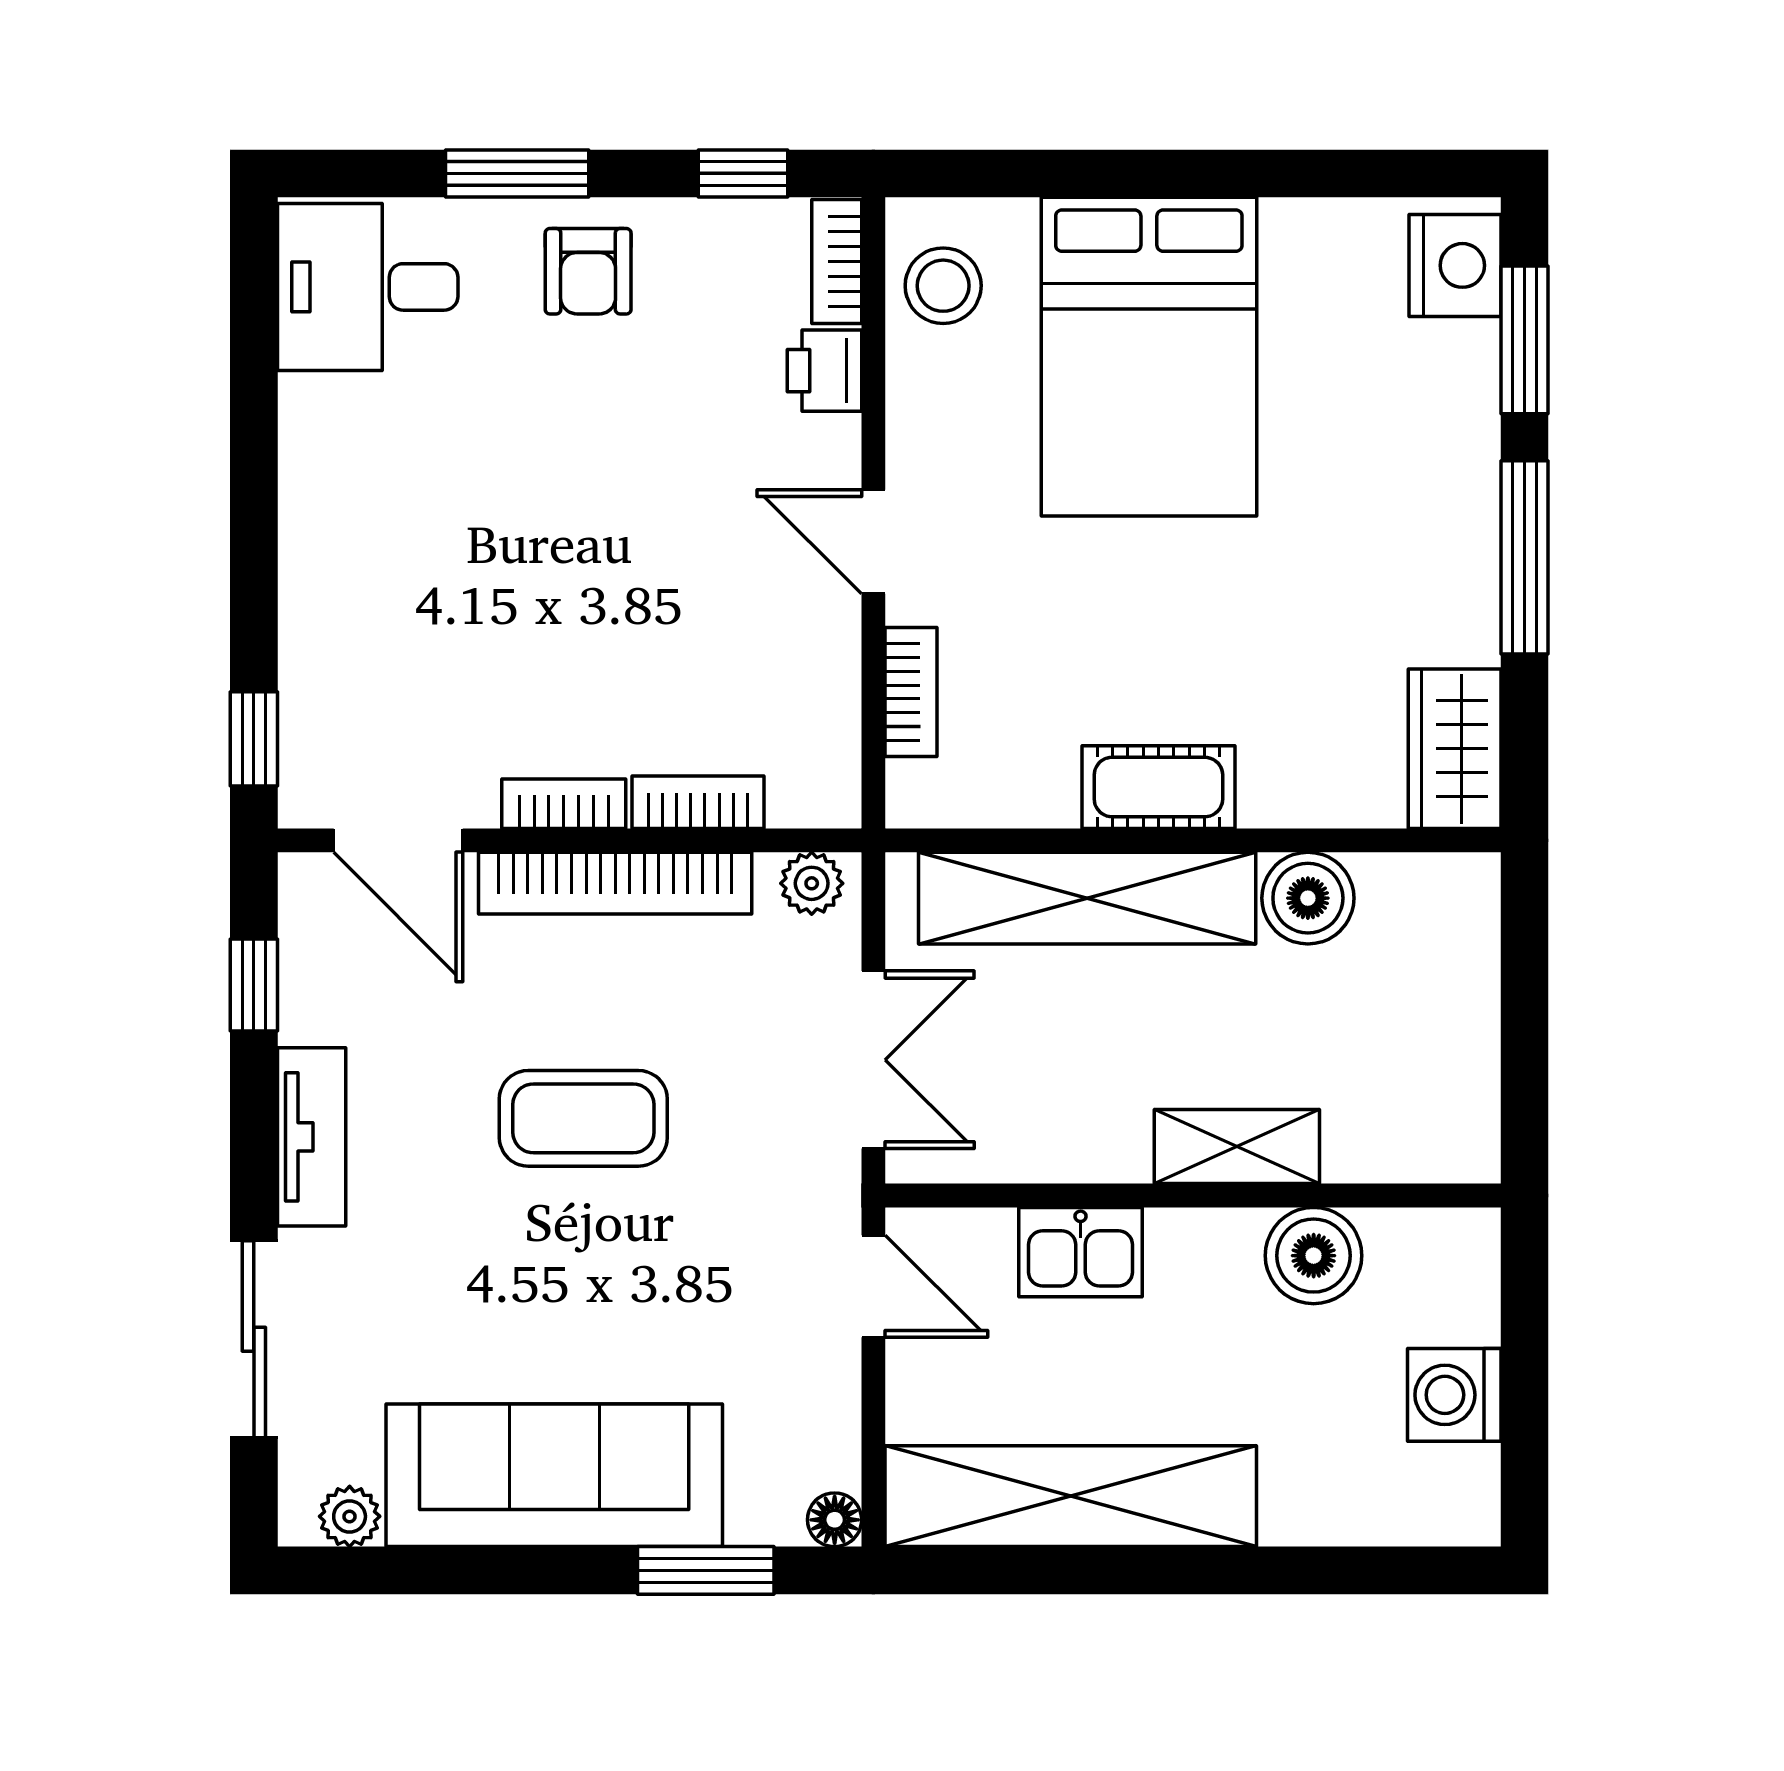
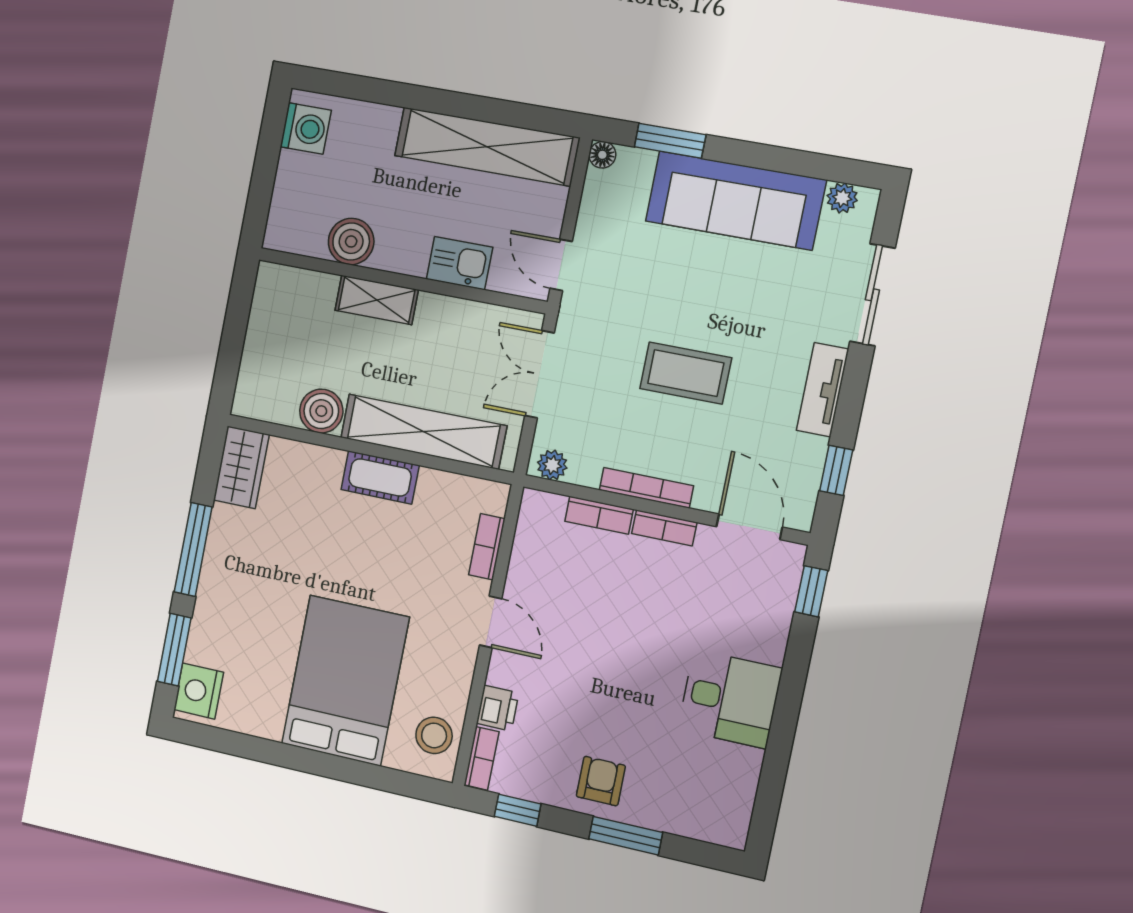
desk: (368, 287) -> (730, 699), moved
bookcase: (615, 883) -> (646, 488), width x0.68, depth x0.76
washing machine: (1454, 1395) -> (306, 129), moved

